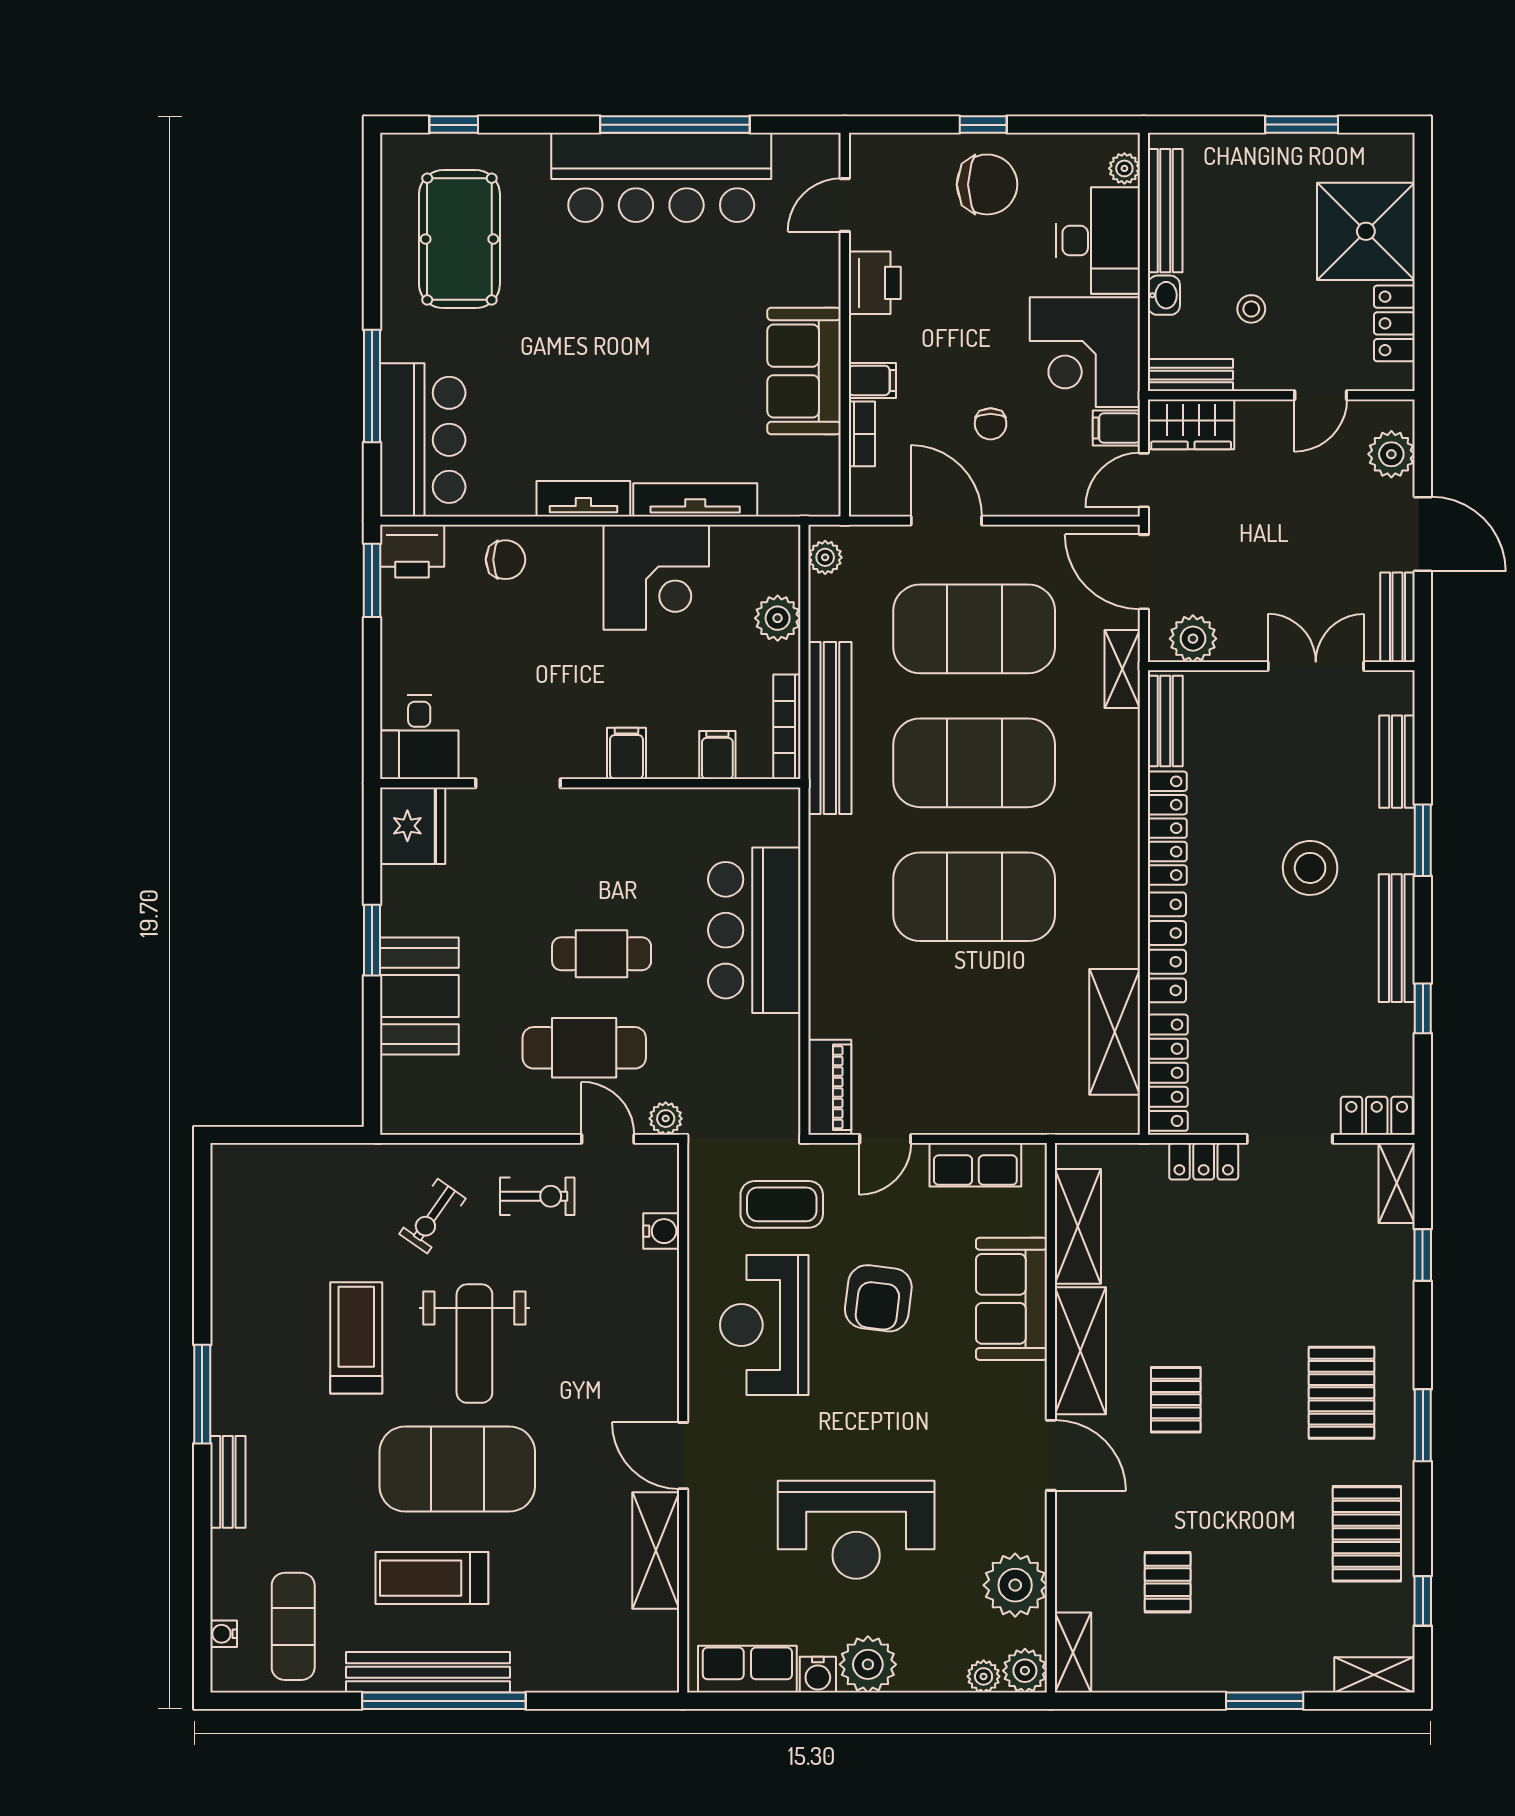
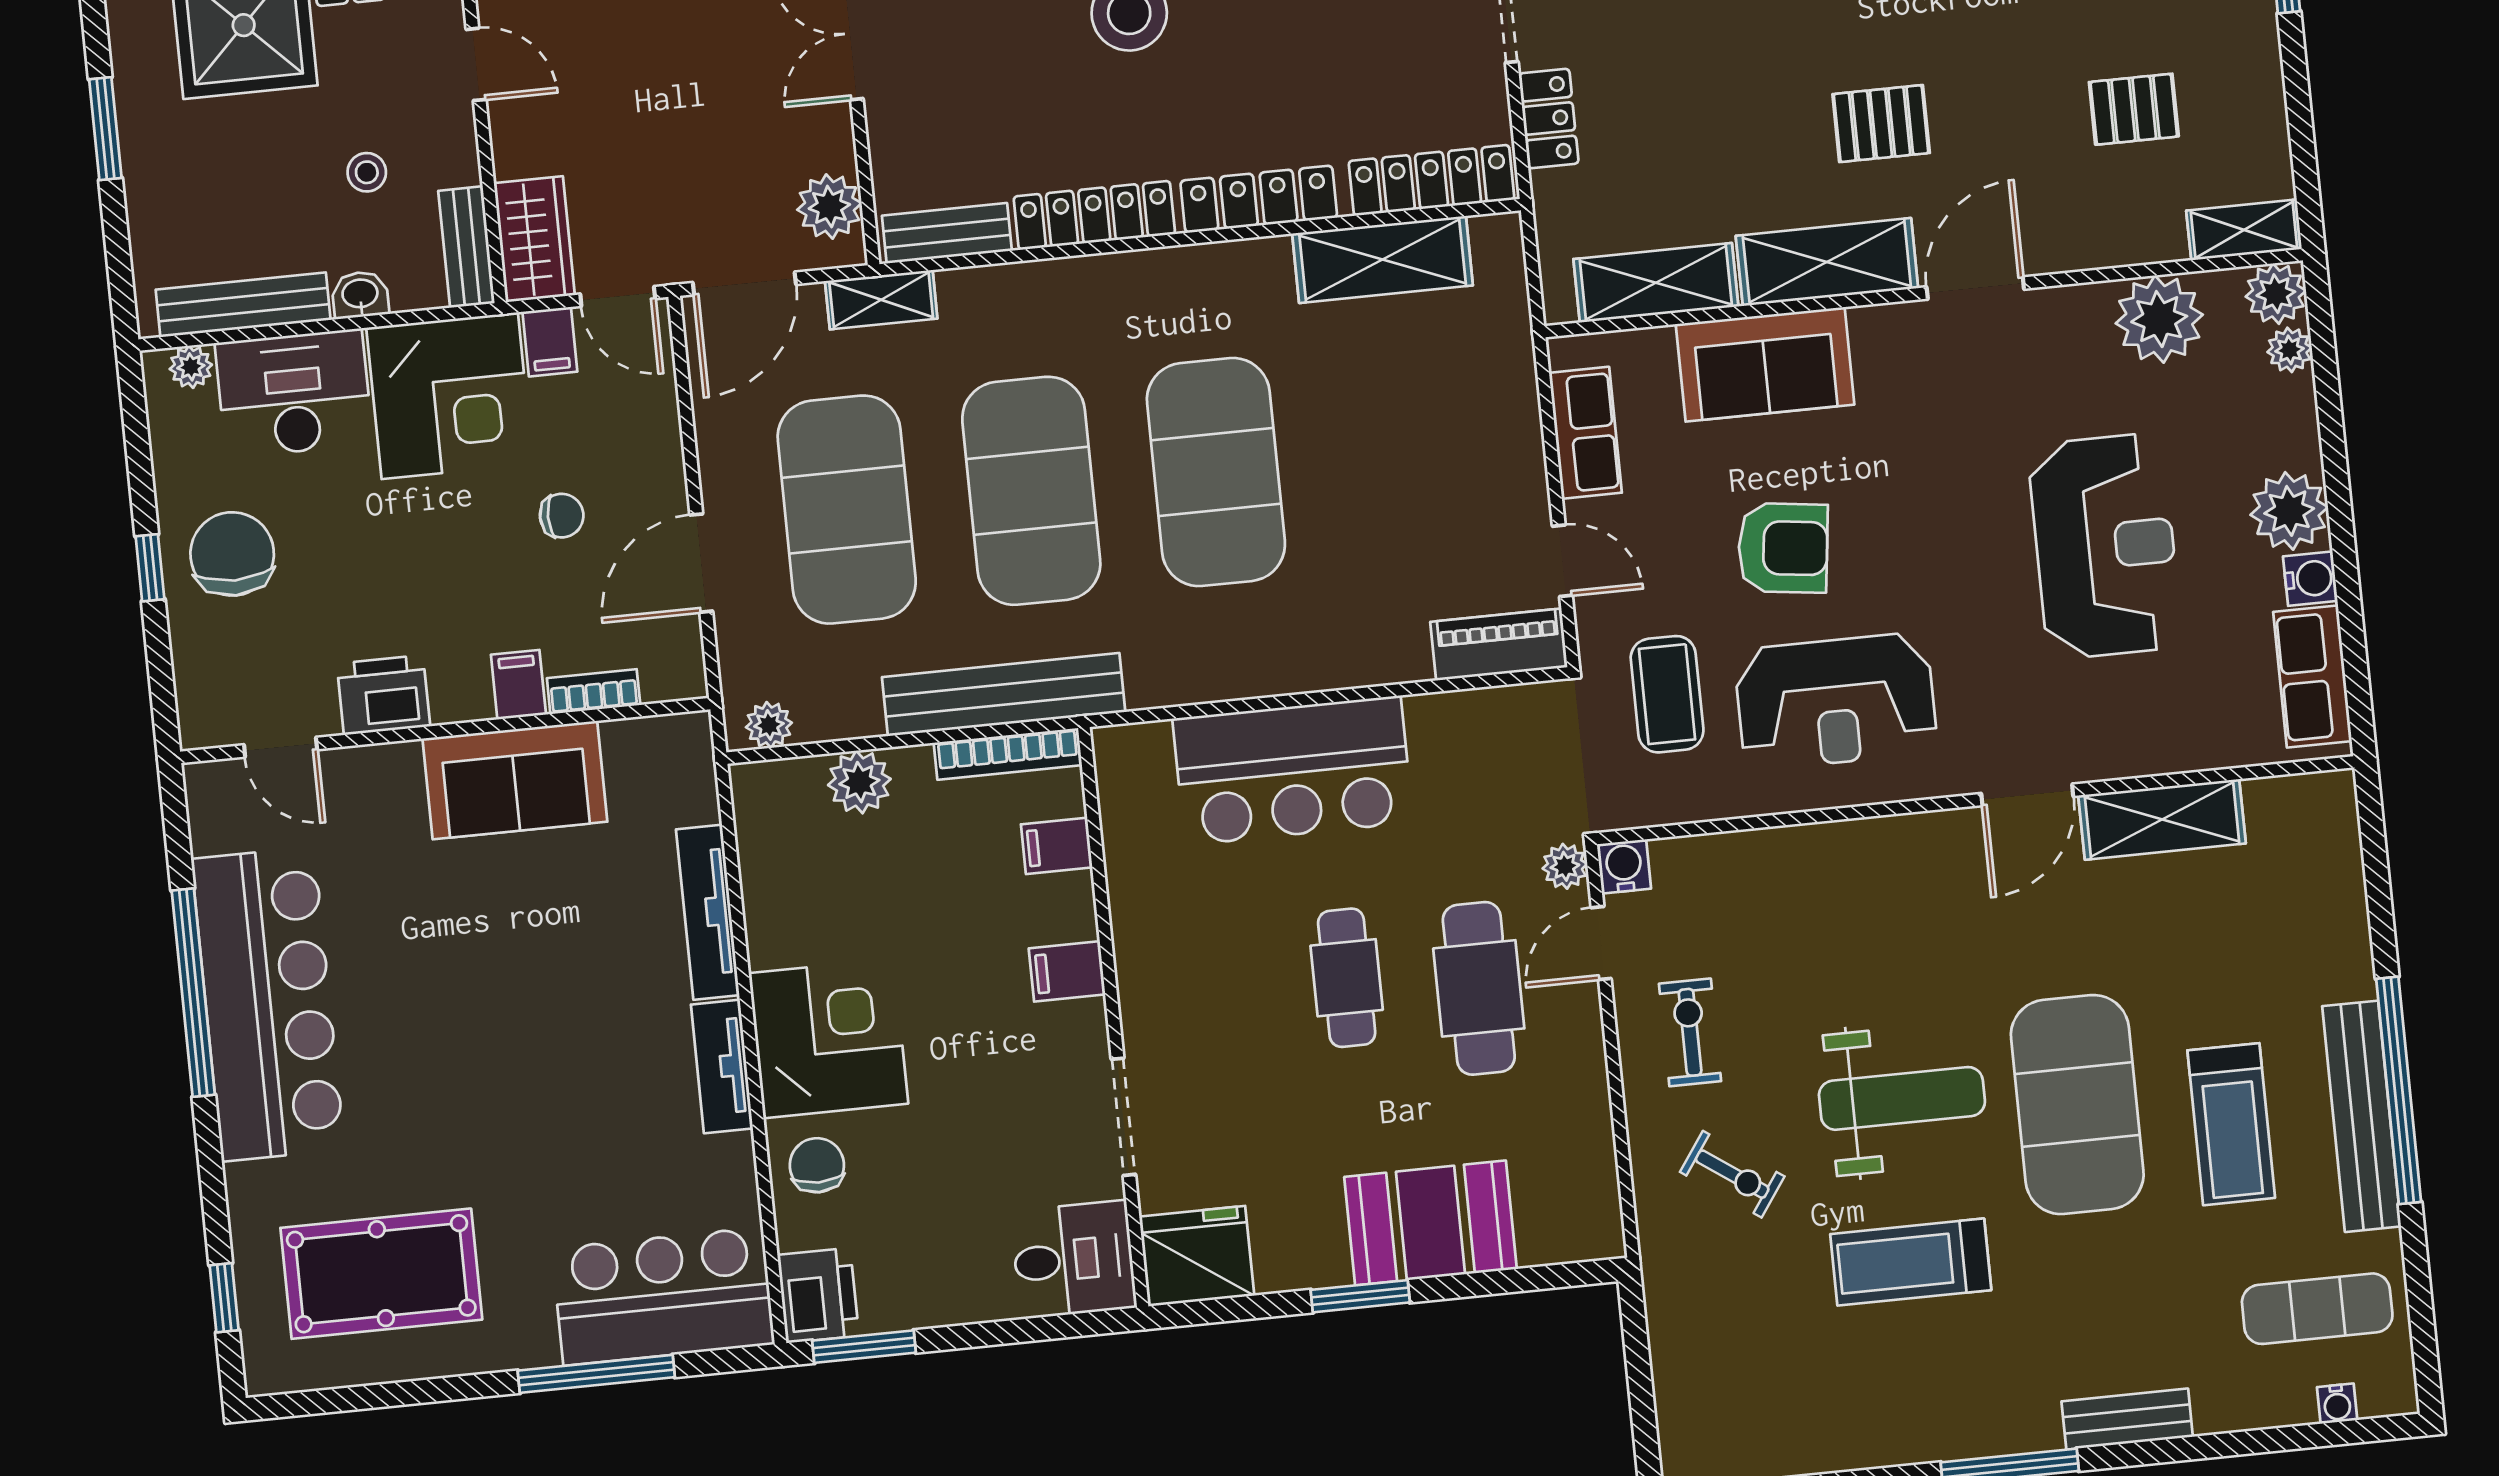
corner desk: (656, 577) -> (828, 1038), moved
water cooler: (661, 1231) -> (1624, 866), moved

